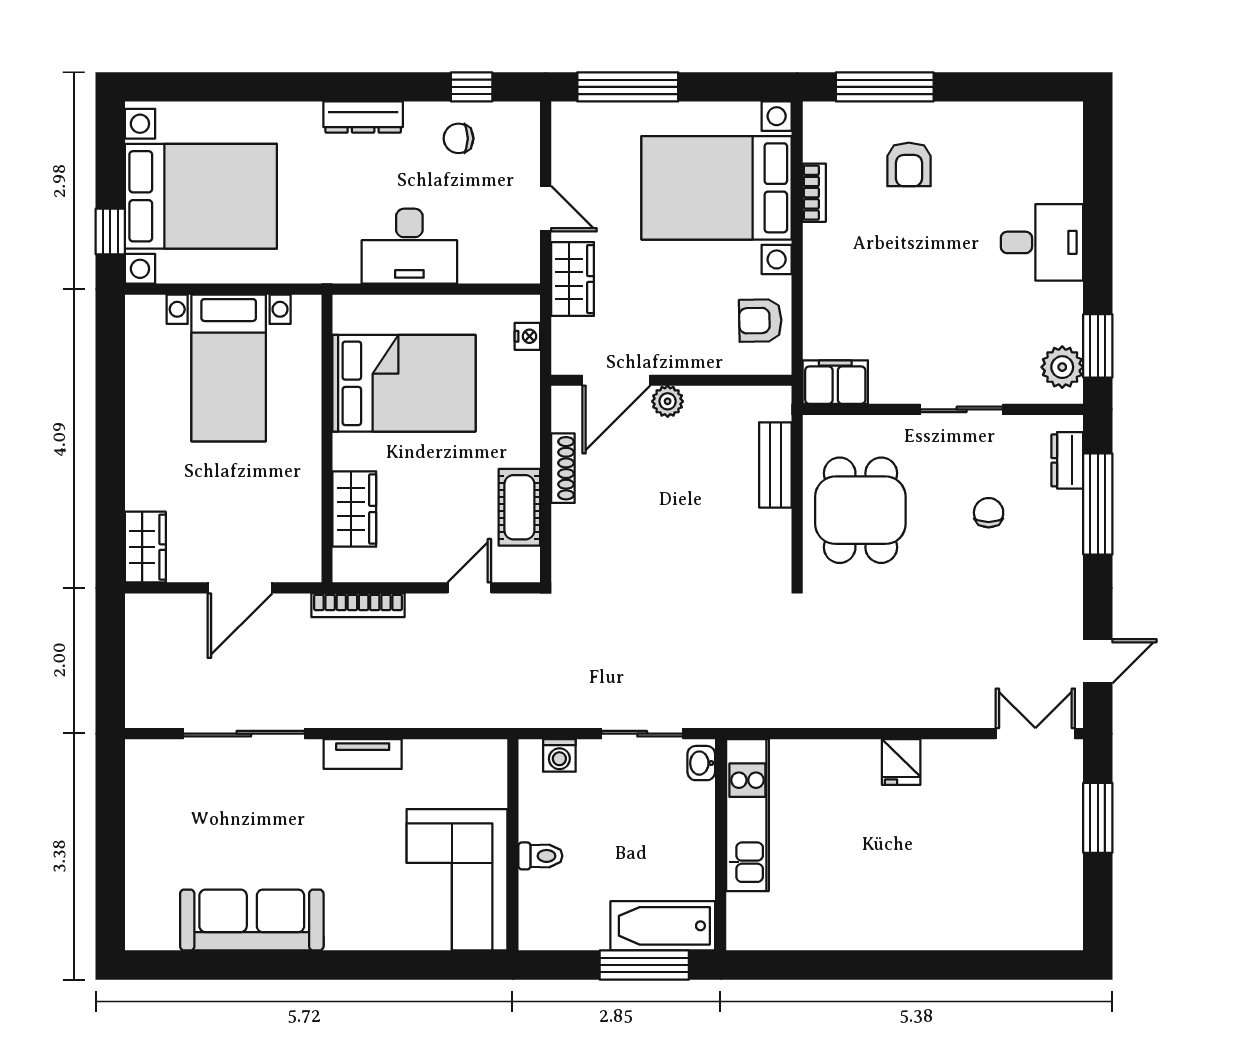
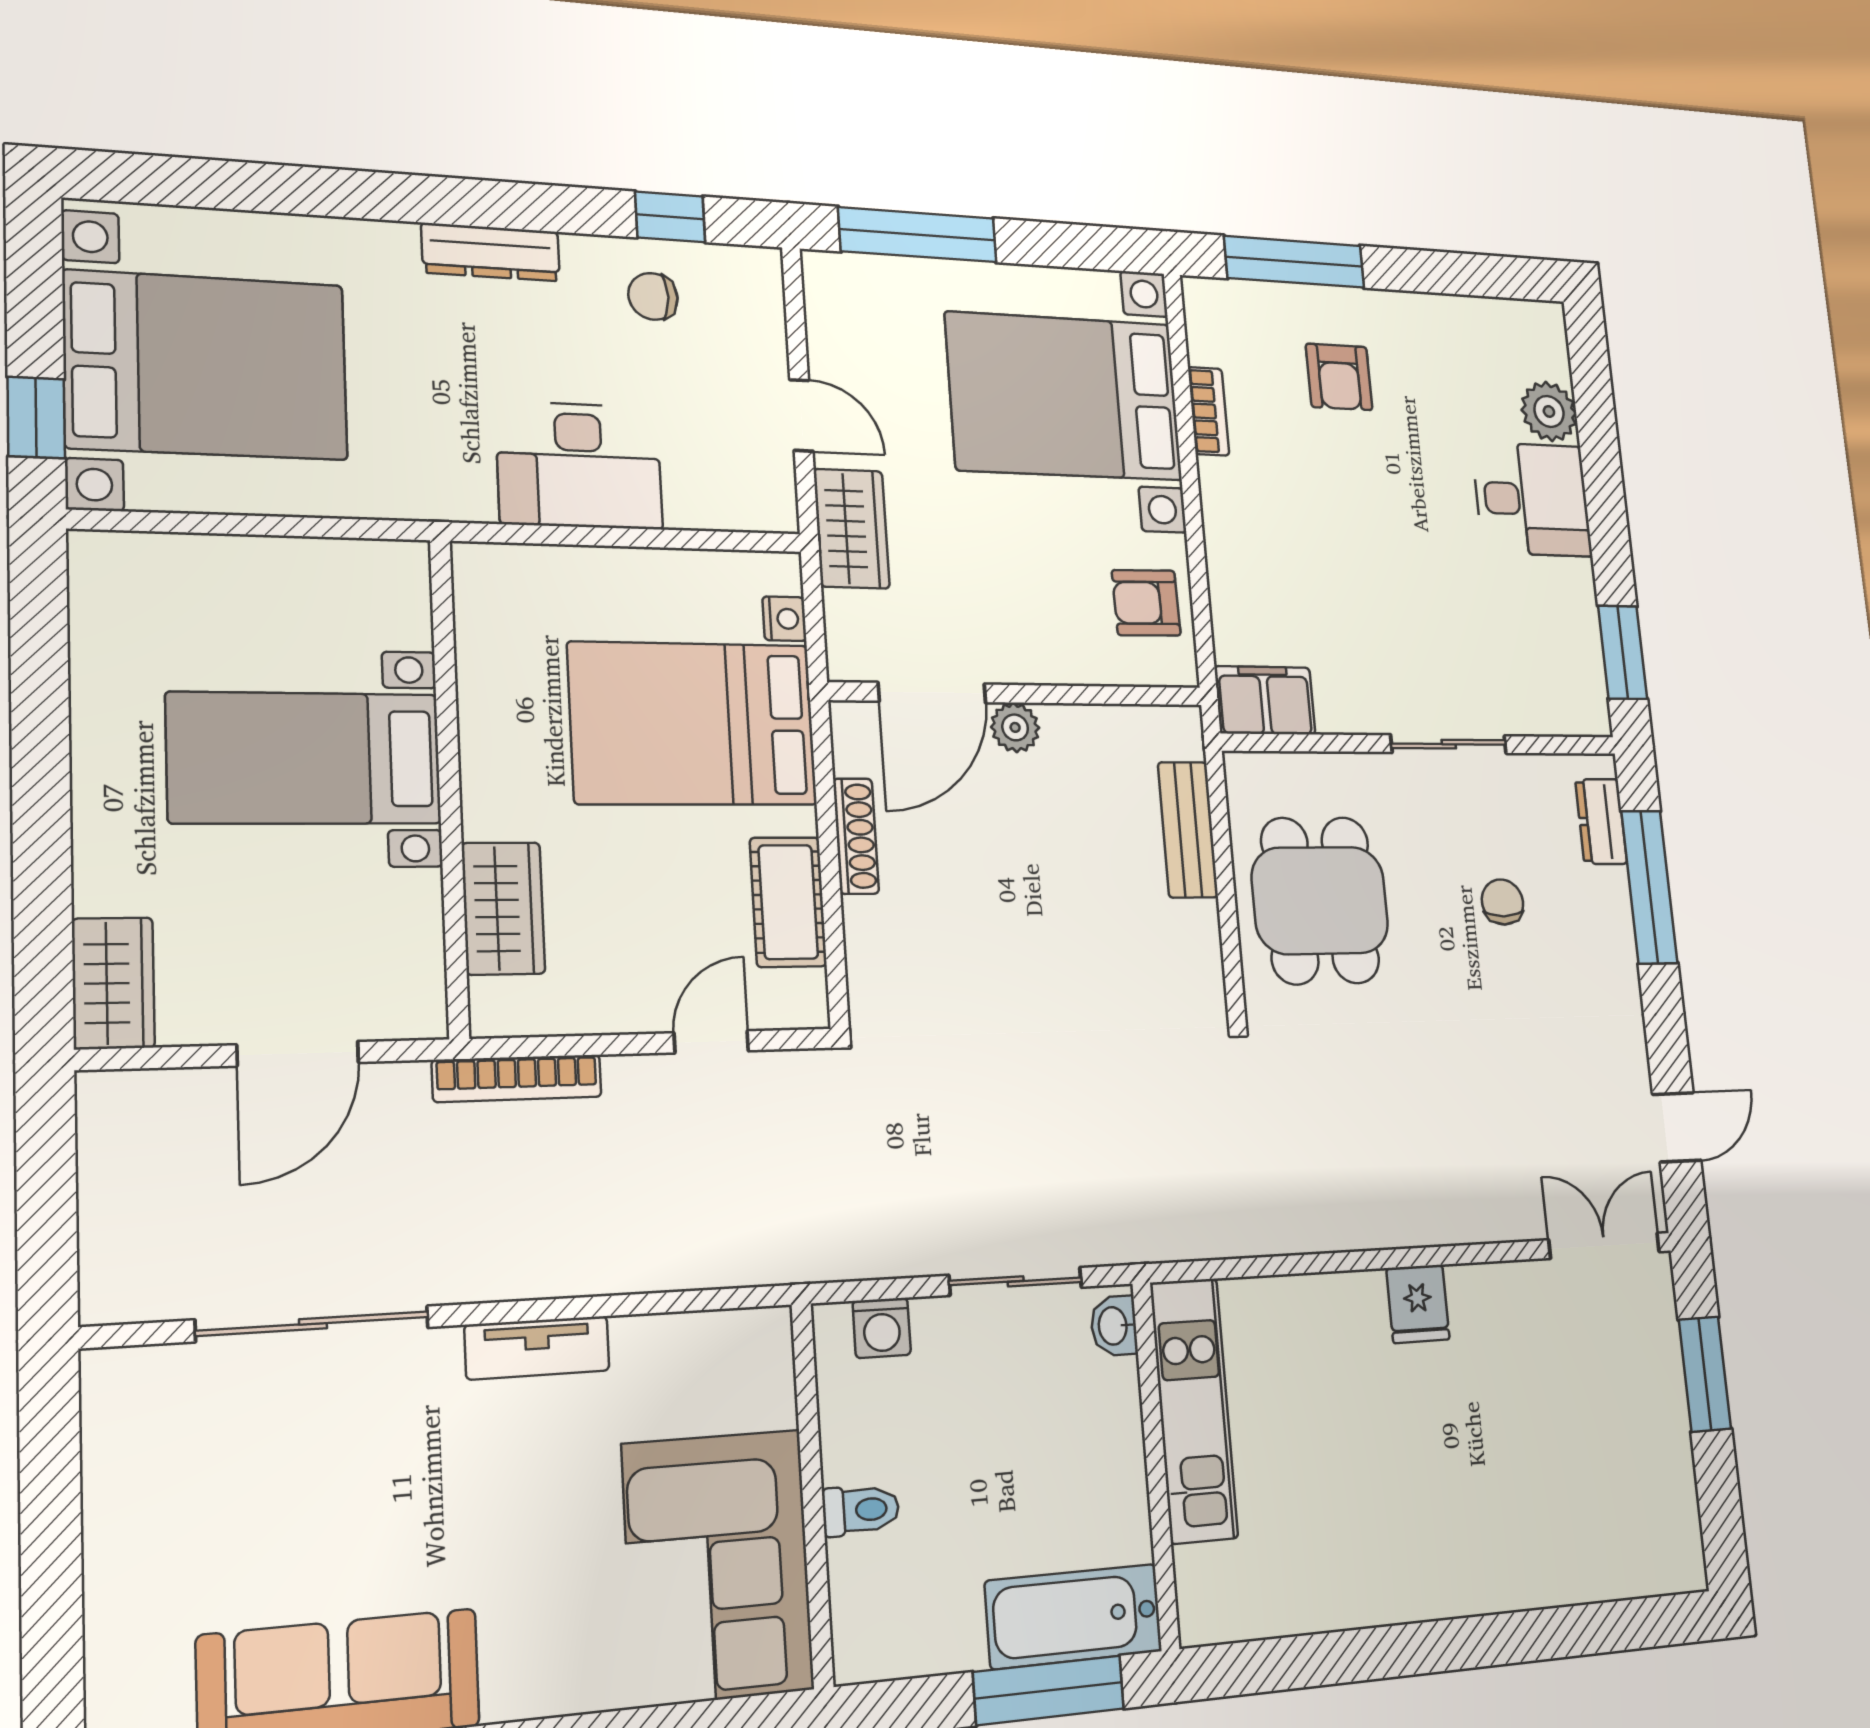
plant: (1062, 367) -> (1549, 411), moved
bed with nightstands: (229, 368) -> (305, 758), moved, turned 90
bed: (404, 383) -> (693, 724), moved, turned 180

